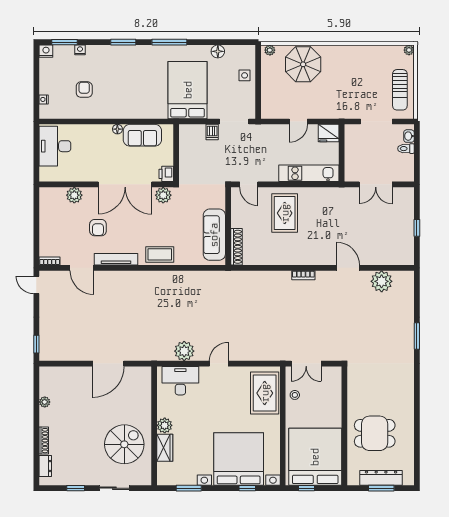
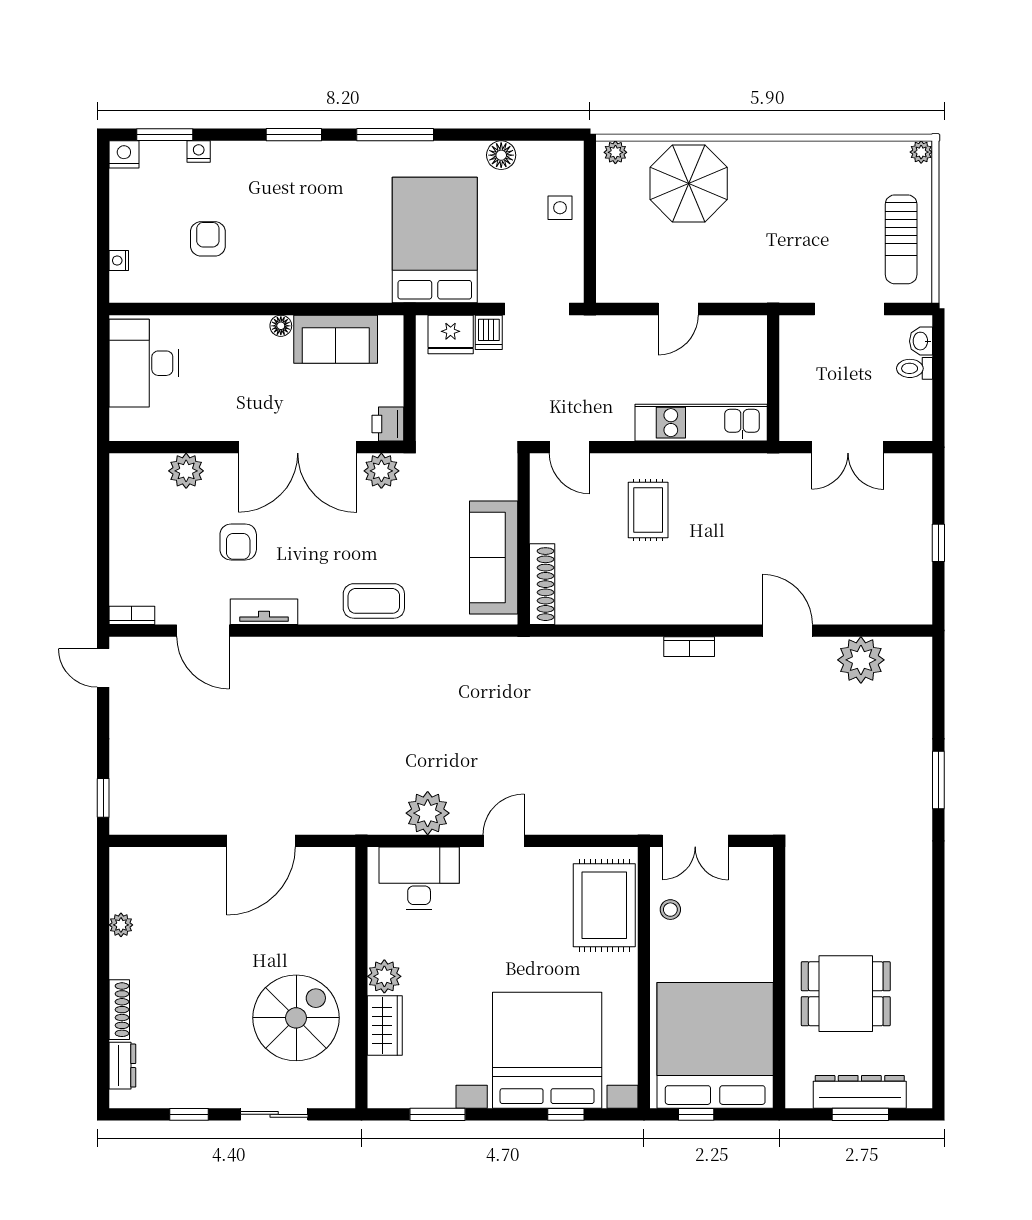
fridge: (329, 133) -> (451, 334), moved
rug: (285, 213) -> (648, 510), width x0.73, depth x0.70
tv unit: (116, 259) -> (264, 612), width x0.71

